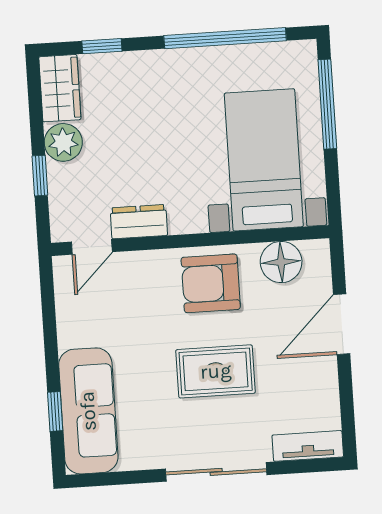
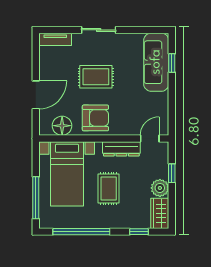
rug: (173, 134) -> (109, 188), added
dresser: (139, 222) -> (121, 149), width x1.44
sliding door: (216, 472) -> (99, 30), width x0.73

